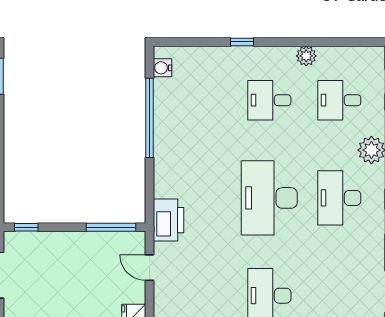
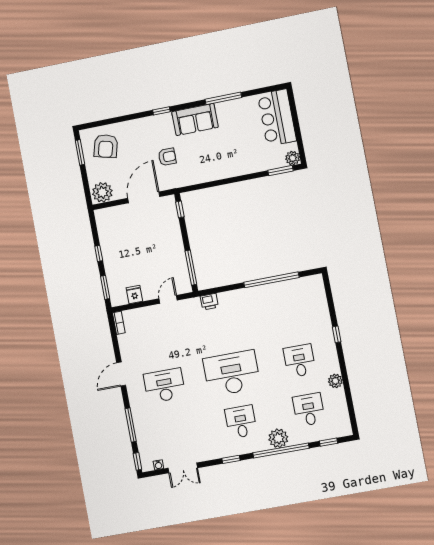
water cooler: (162, 68) -> (308, 282), removed
desk: (339, 198) -> (241, 422), width x0.73
printer: (169, 220) -> (209, 302), width x0.53, depth x0.68

